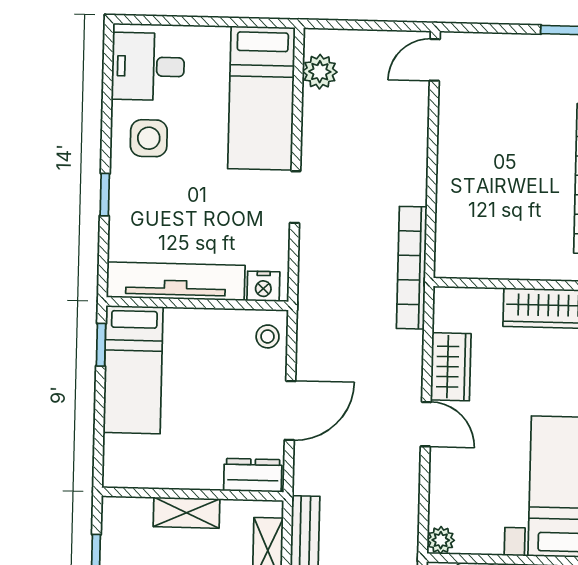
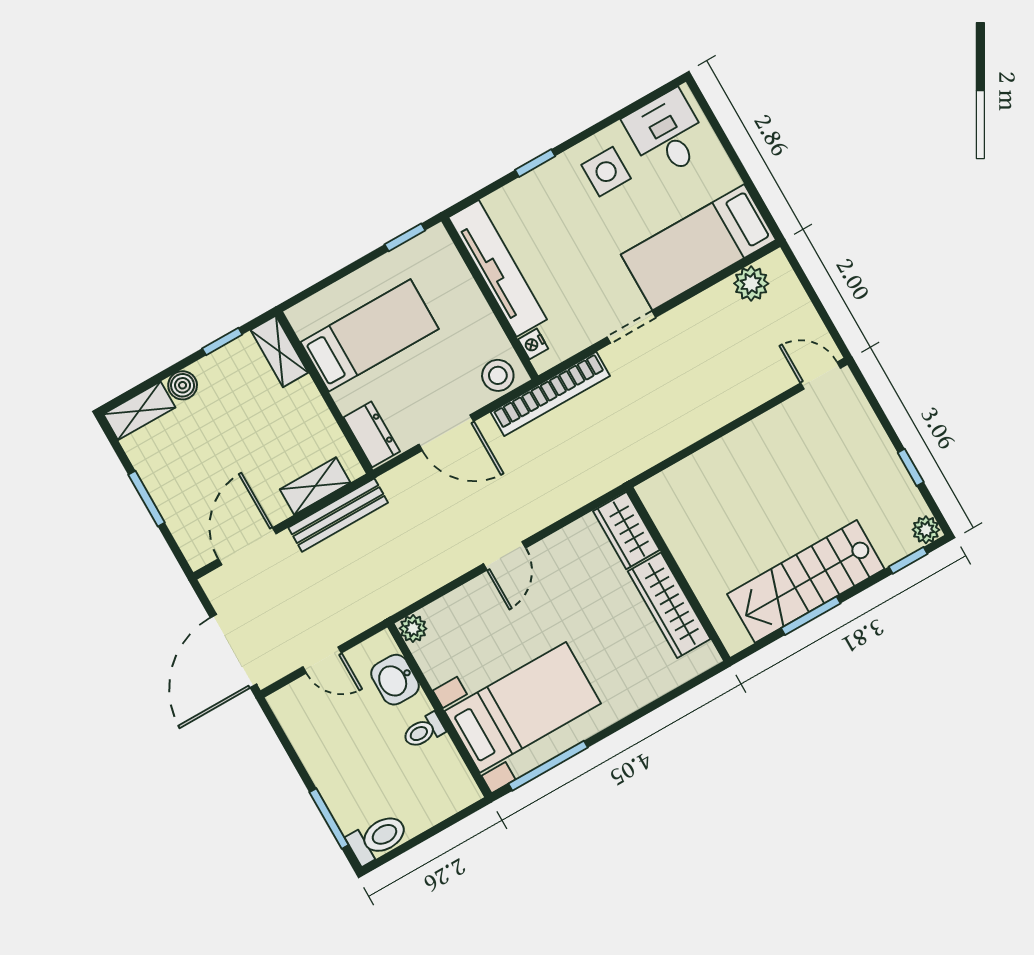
bookcase: (412, 268) -> (550, 394), moved, turned 180
nightstand: (263, 286) -> (533, 344), width x0.72, depth x0.74
stool: (268, 336) -> (498, 375), width x1.37, depth x1.37
wardrobe: (451, 367) -> (626, 530), moved, turned 90
bed: (133, 370) -> (370, 335), moved, turned 180
shelving: (187, 513) -> (279, 351), moved

